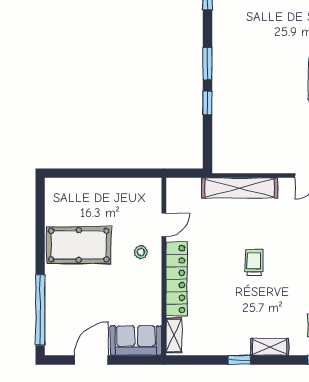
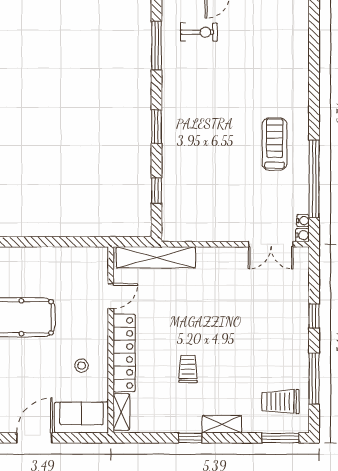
window: (207, 103) -> (156, 191), moved
shelving: (240, 188) -> (156, 257), moved
stool: (141, 252) -> (81, 366), moved
trolley: (254, 263) -> (188, 369), moved

